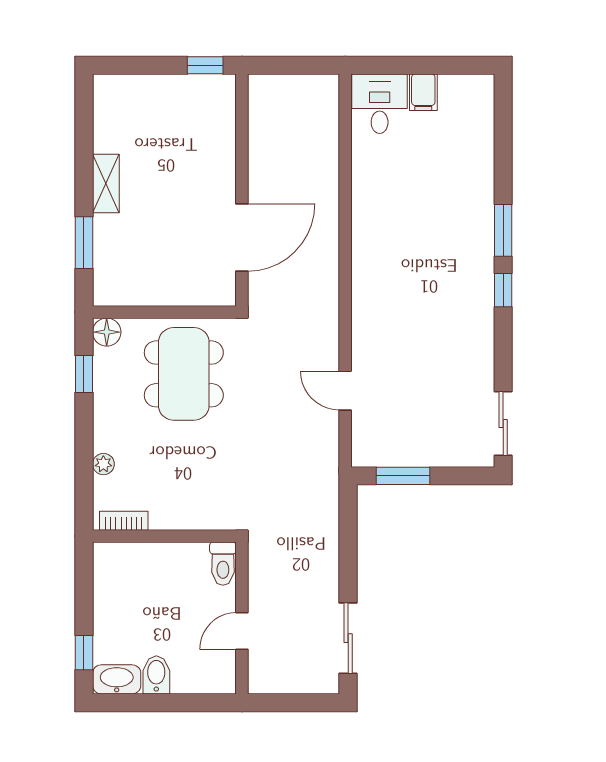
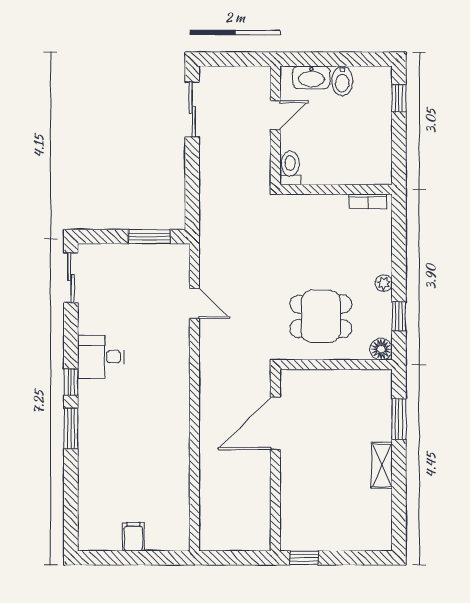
desk: (380, 104) -> (101, 357), moved, turned 90
dining table: (184, 374) -> (321, 316), width x0.73
plant: (103, 464) -> (384, 283), moved
washbasin: (117, 679) -> (311, 77), moved

